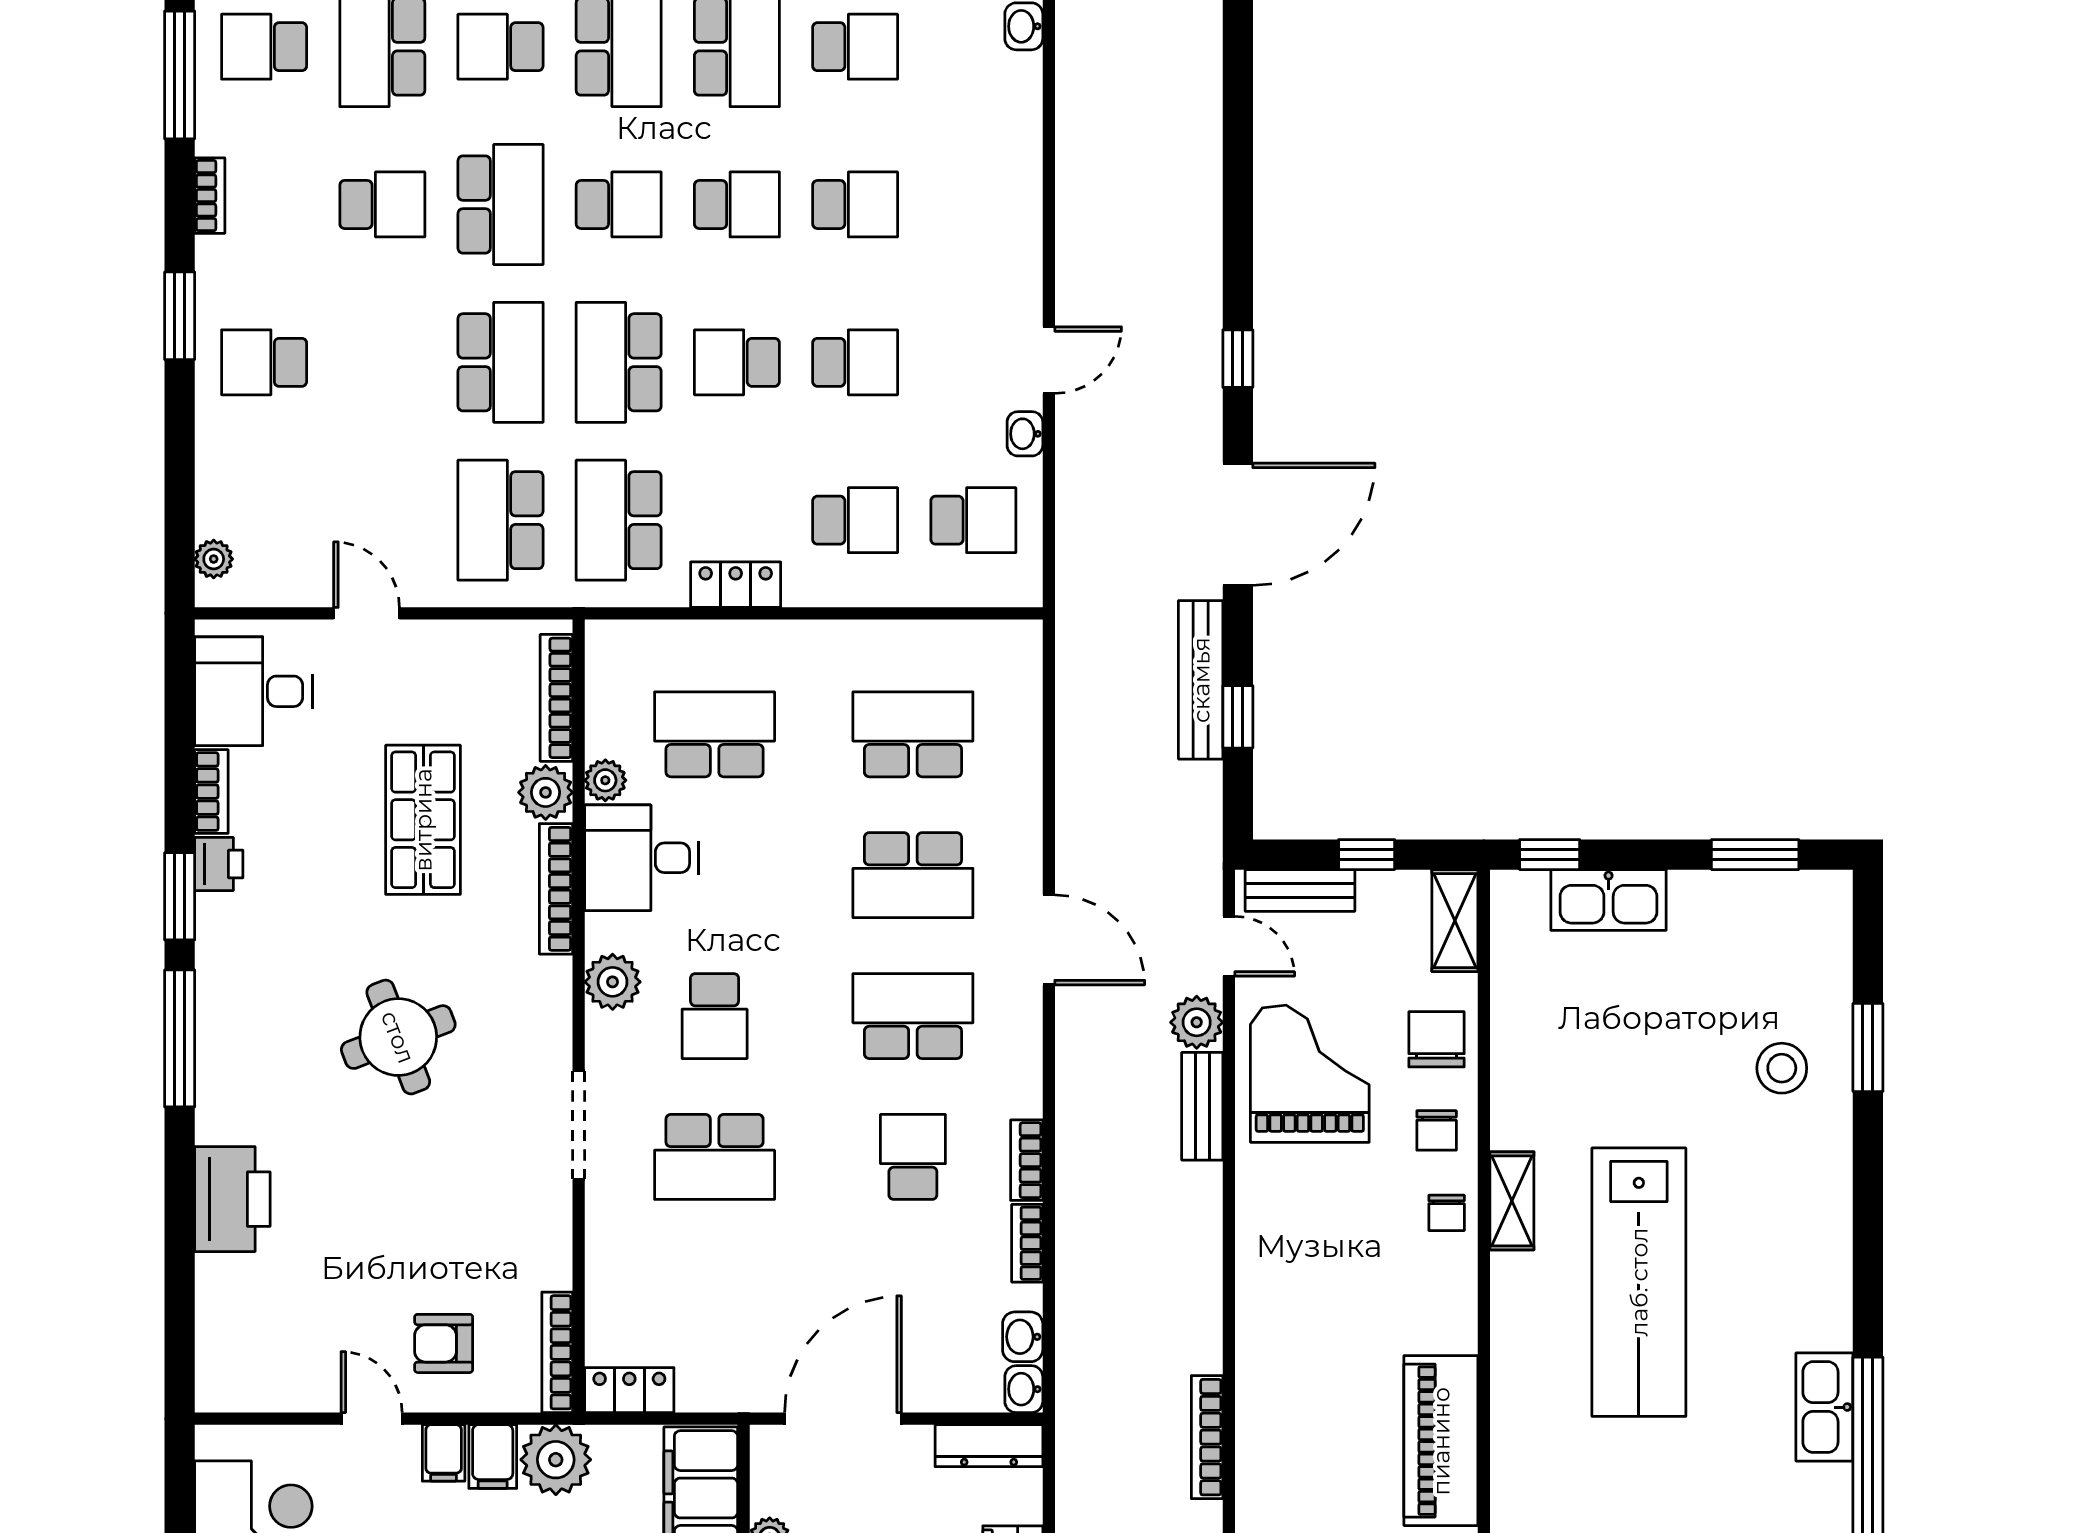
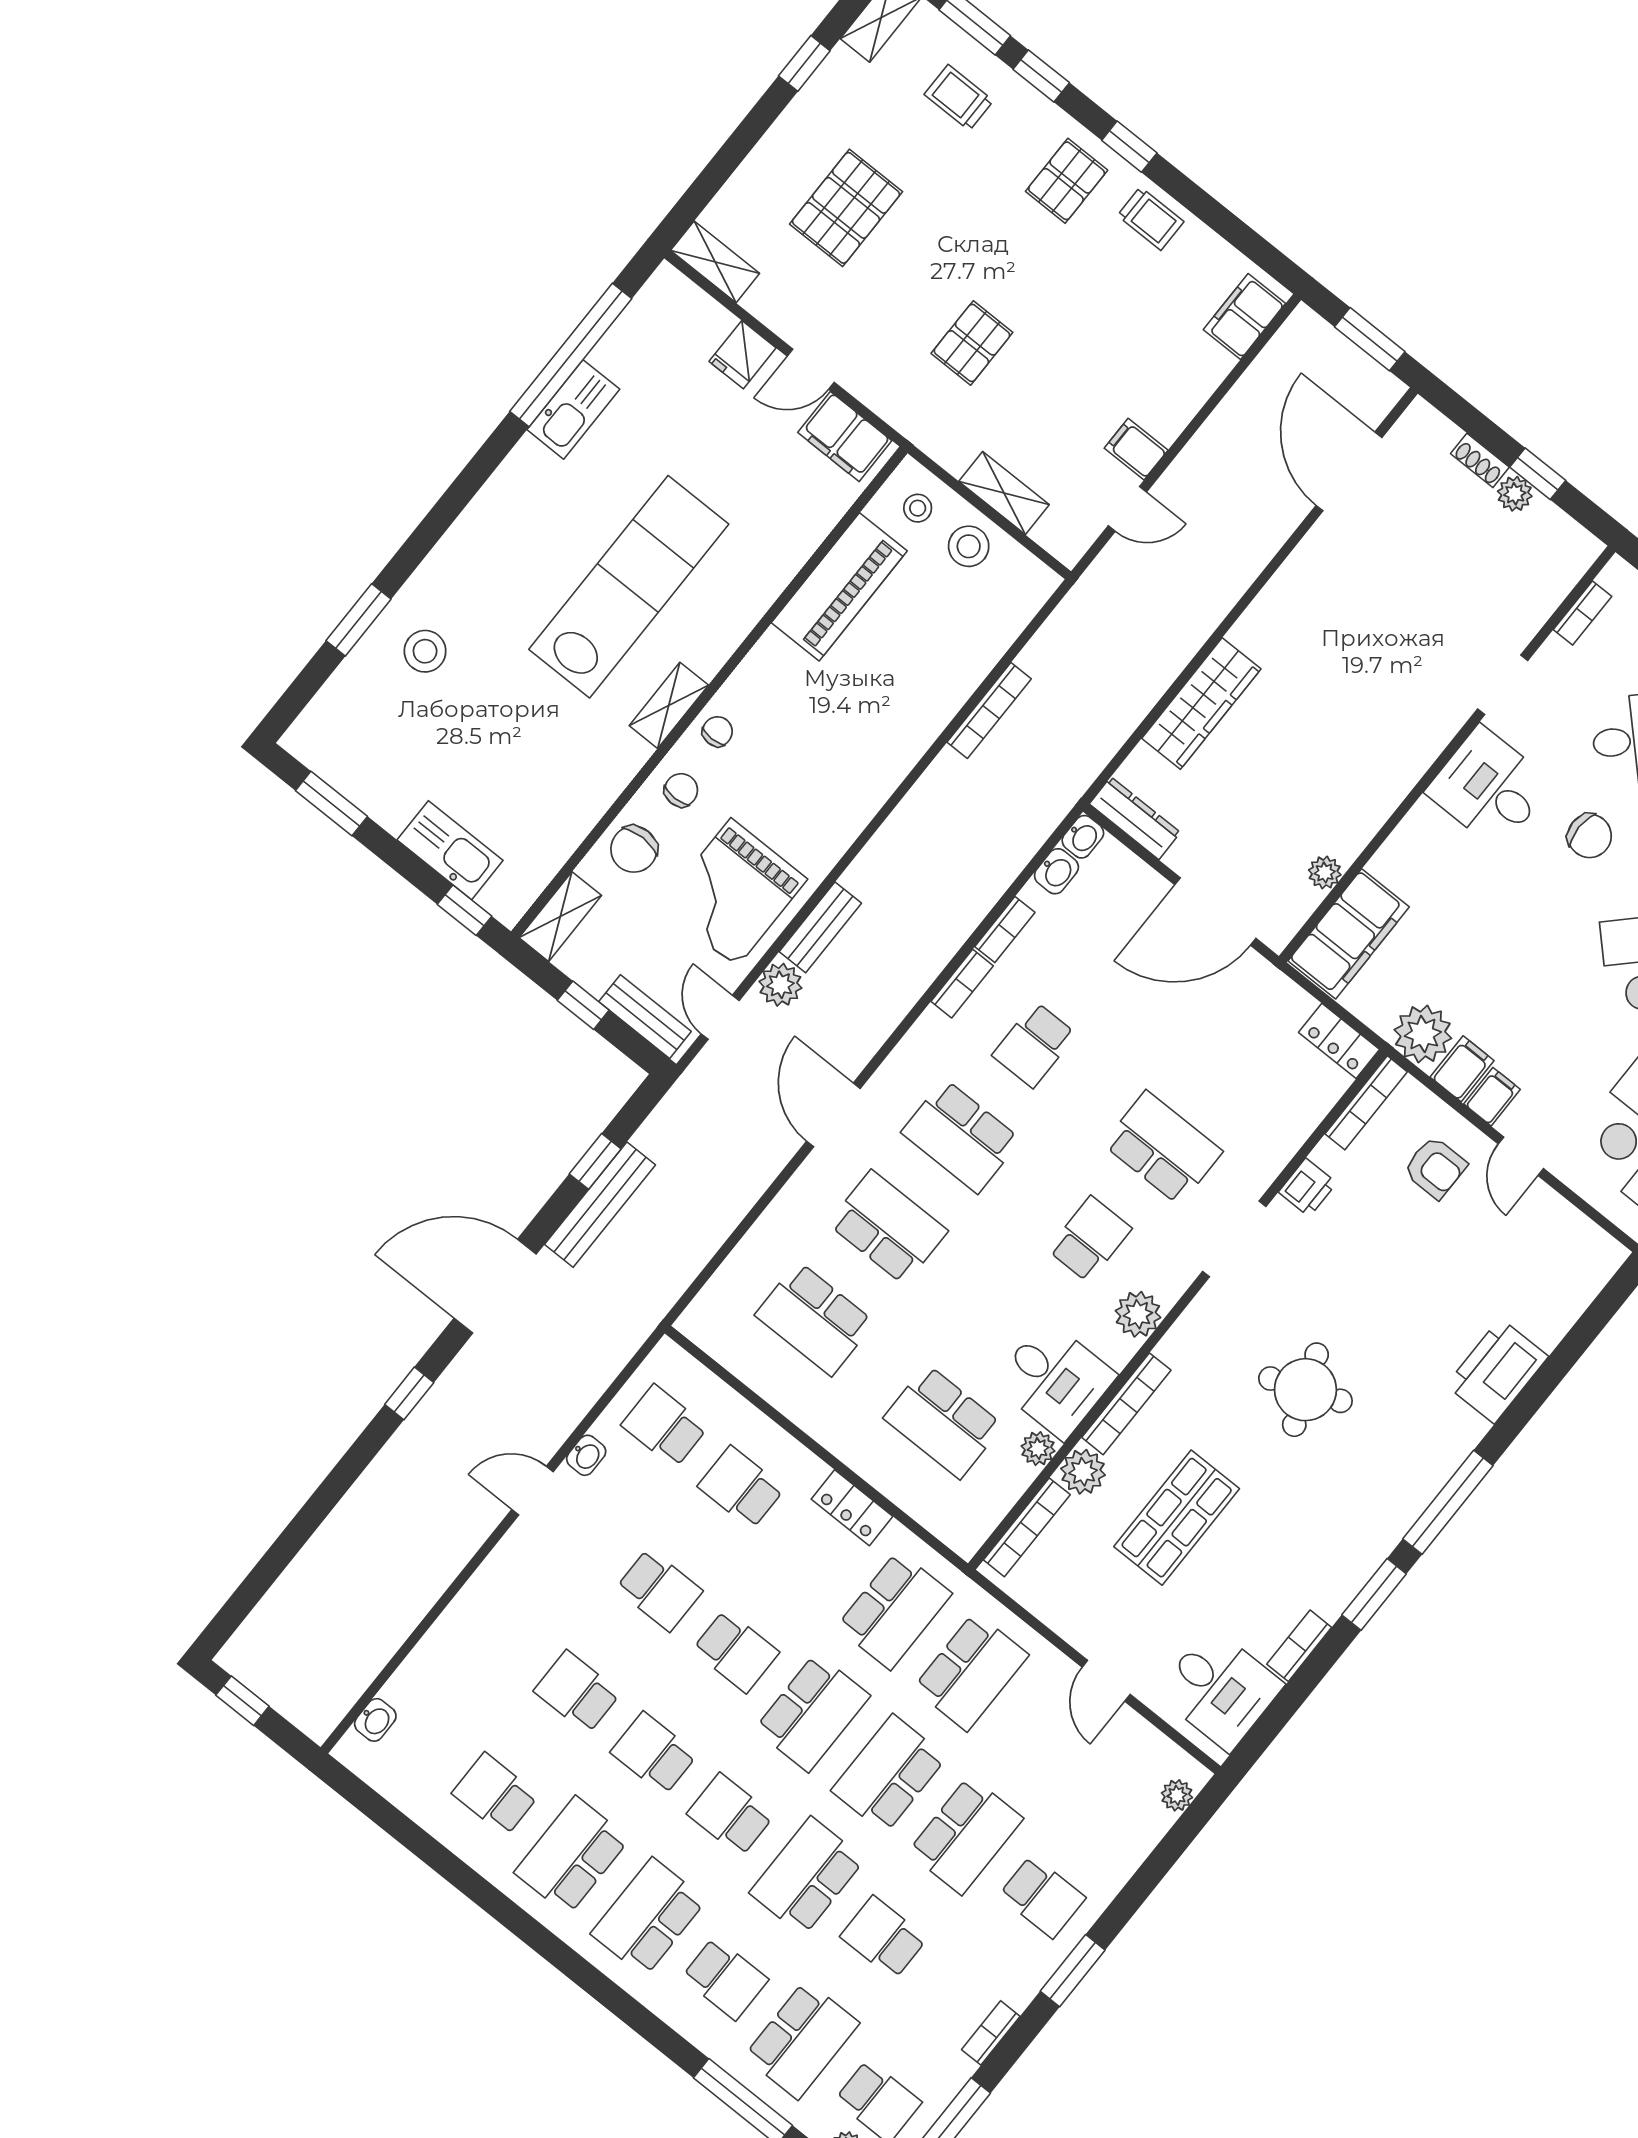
school desk: (382, 362) -> (966, 1835), added
school desk: (855, 362) -> (659, 1590), turned 180
printer: (219, 864) -> (1308, 1187), moved, turned 180

